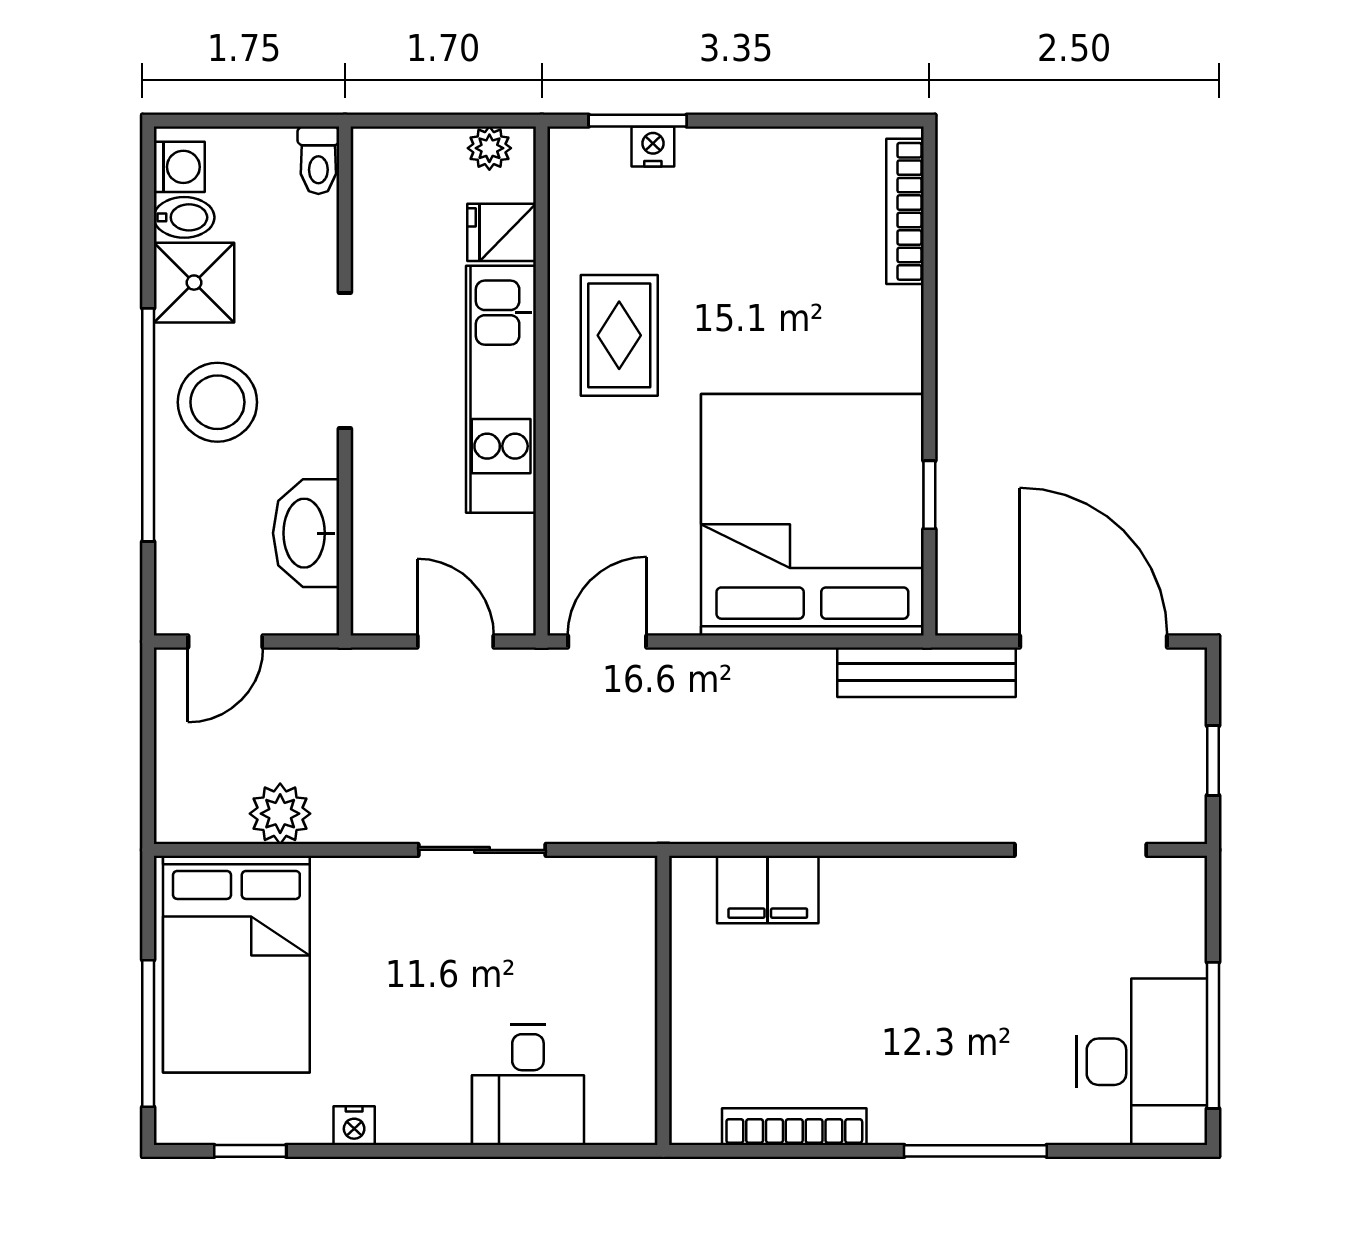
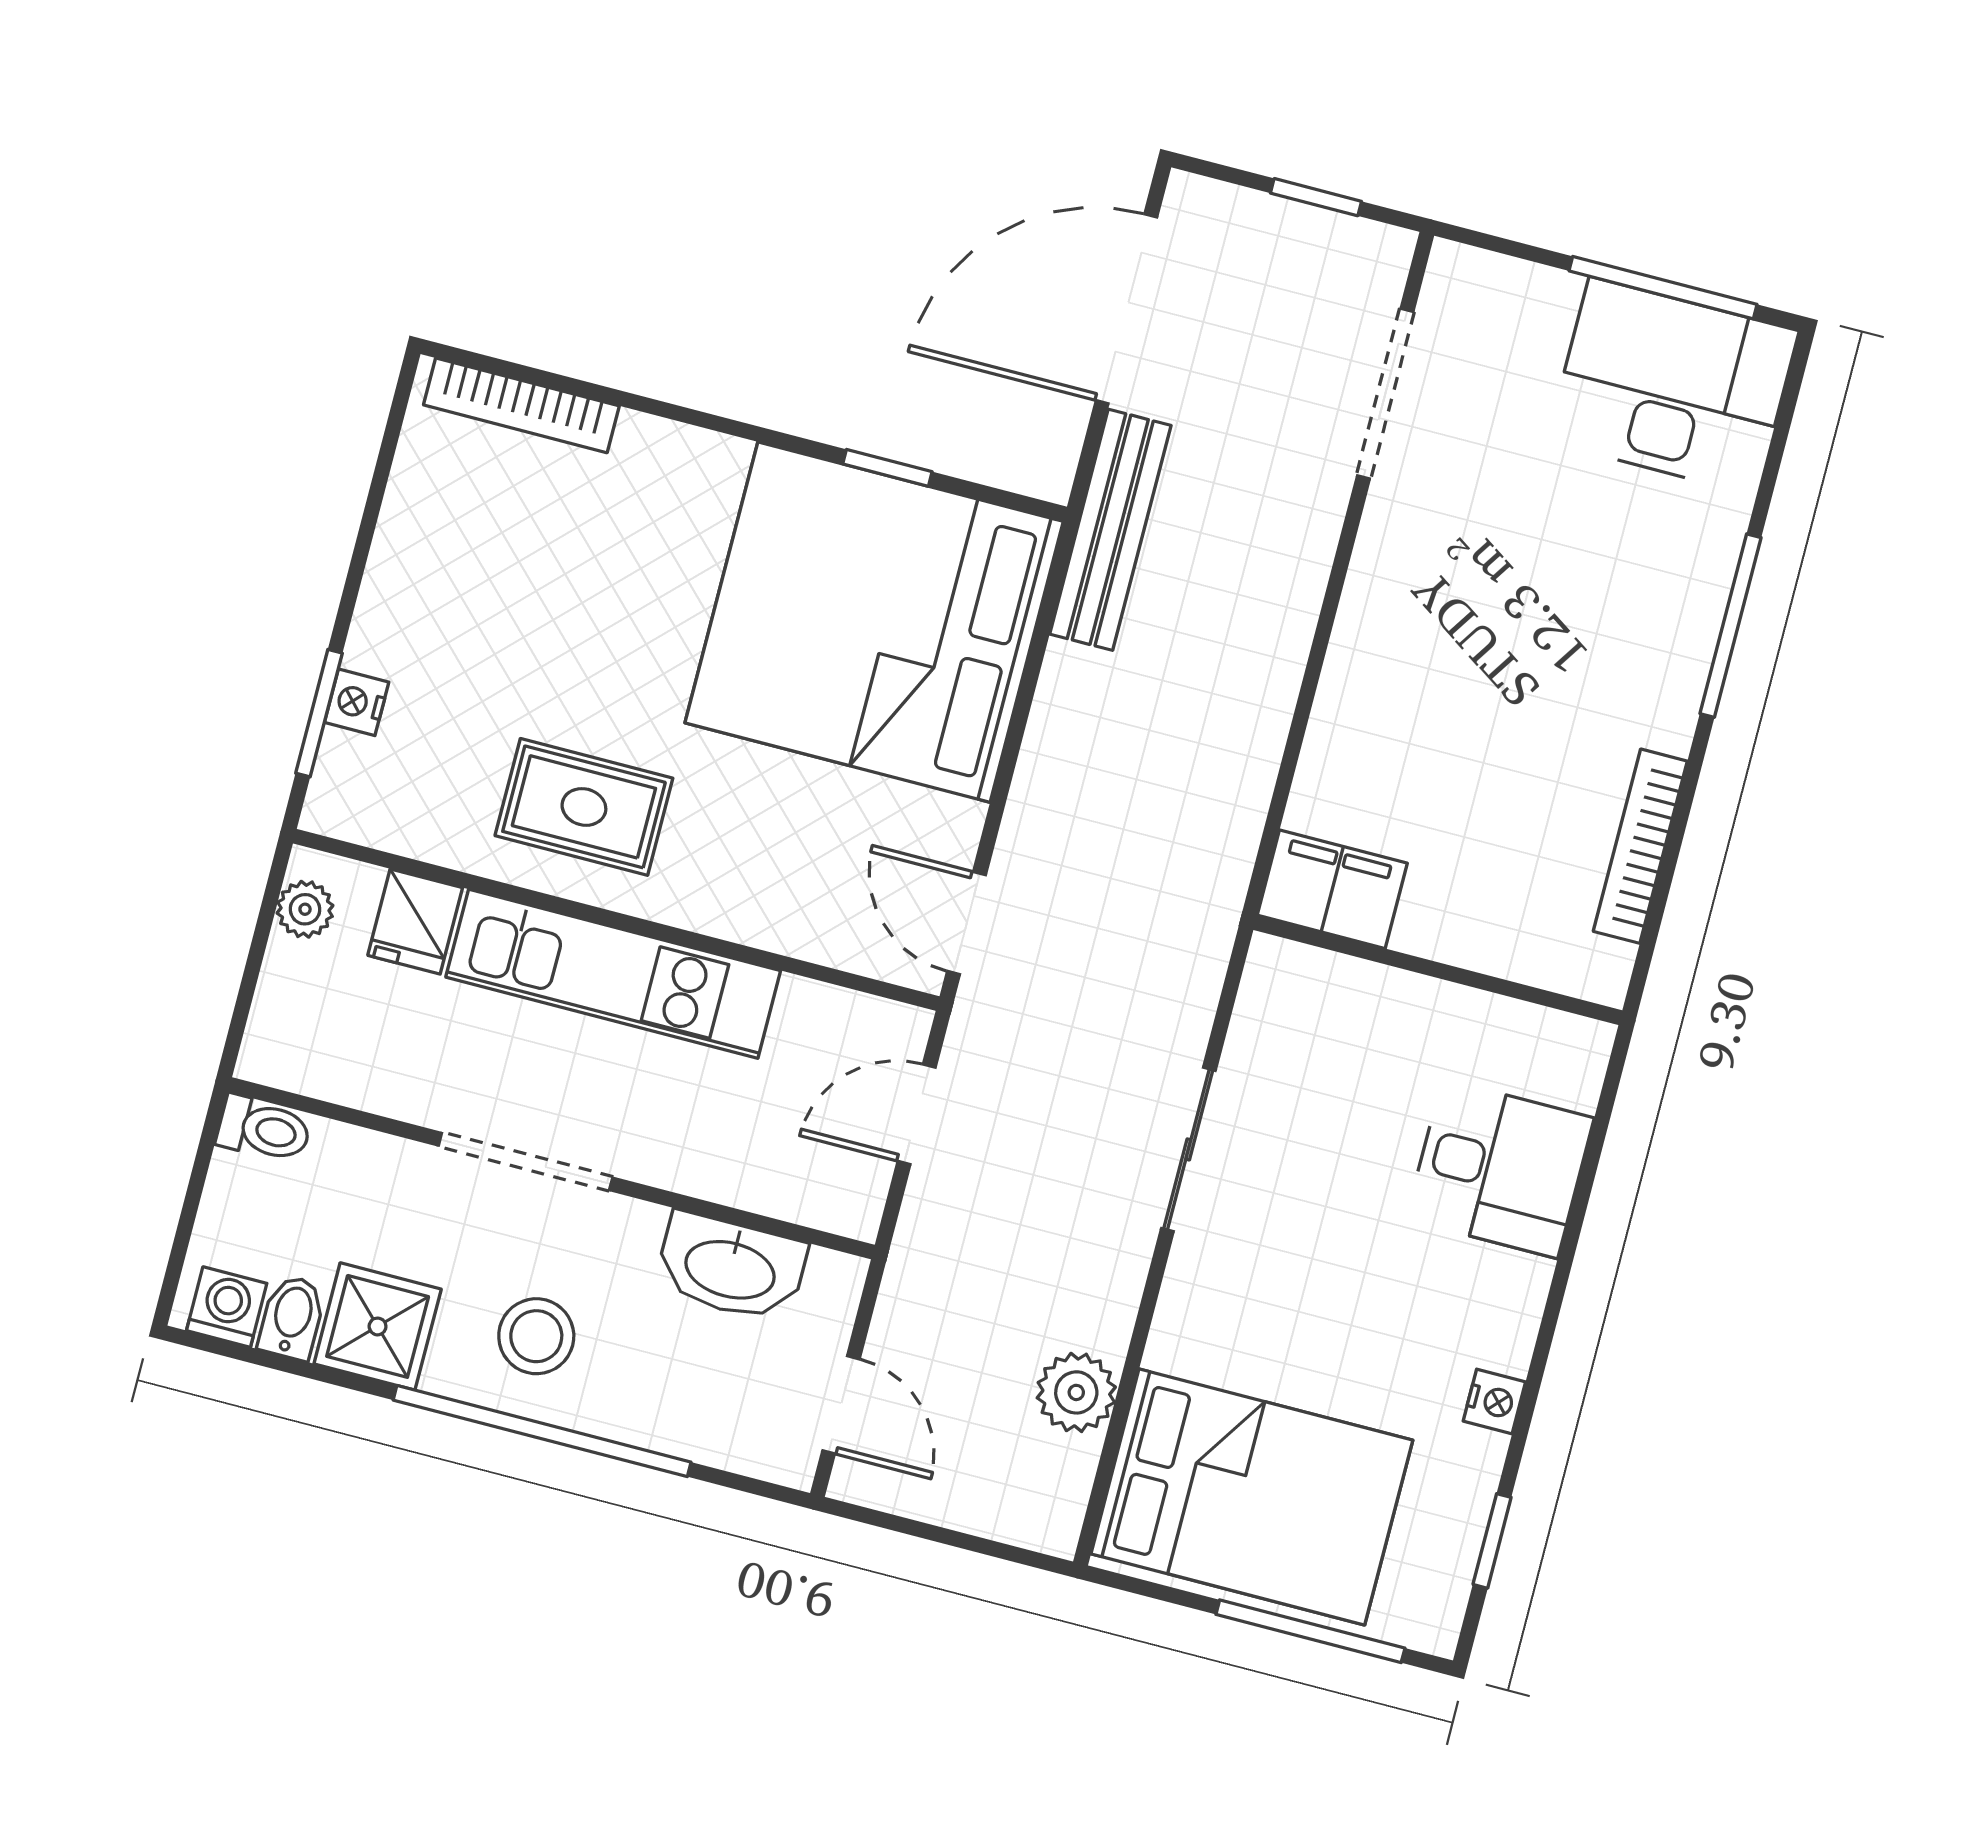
stool: (217, 402) -> (536, 1336), width x0.73, depth x0.73
filing cabinet: (768, 889) -> (1332, 889), moved, turned -90

